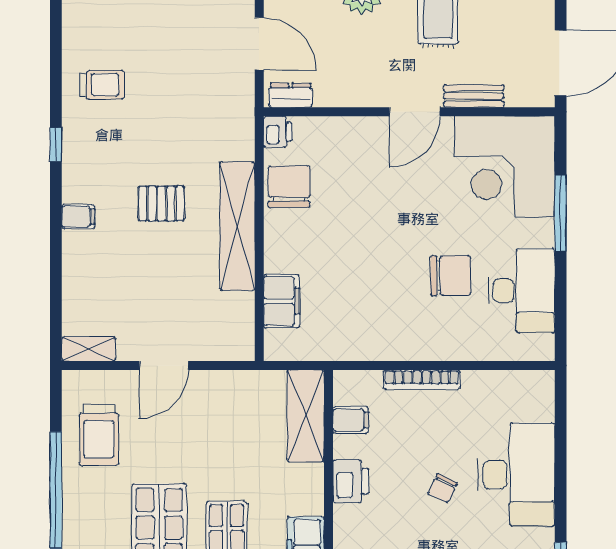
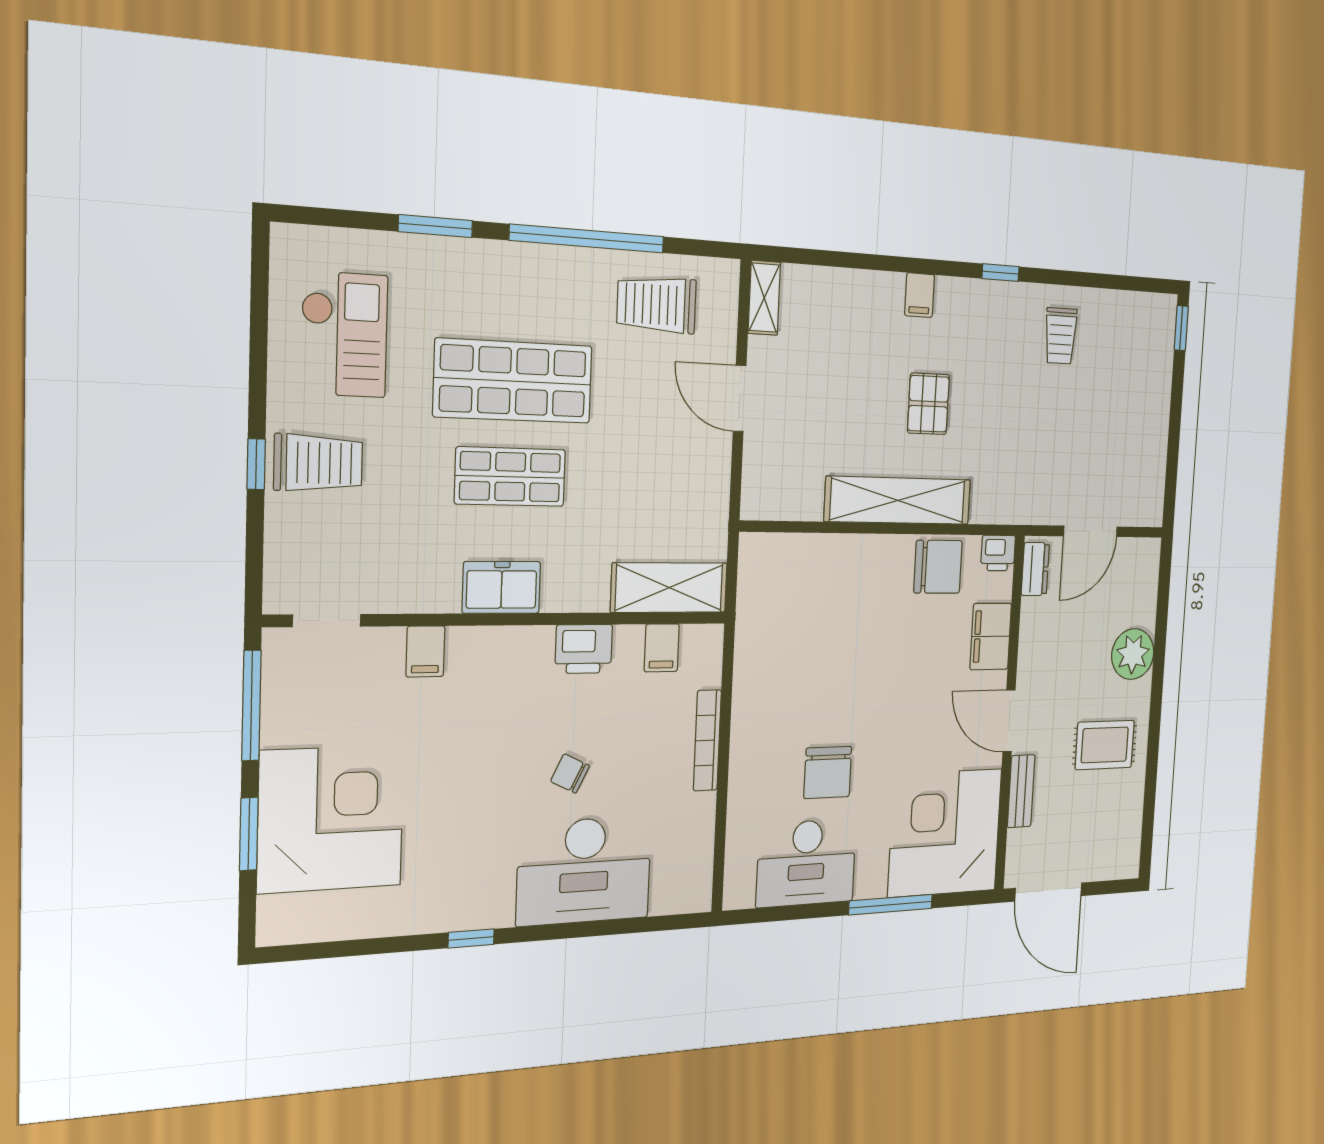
filing cabinet: (281, 301) -> (991, 636), moved, turned 90

